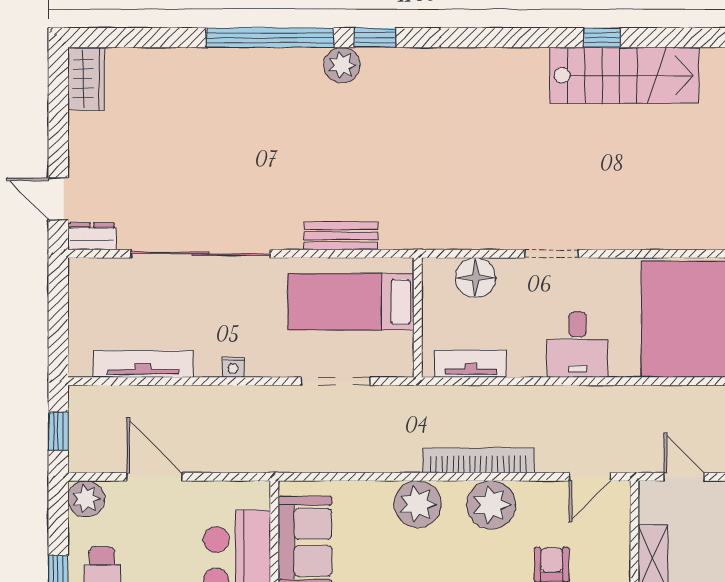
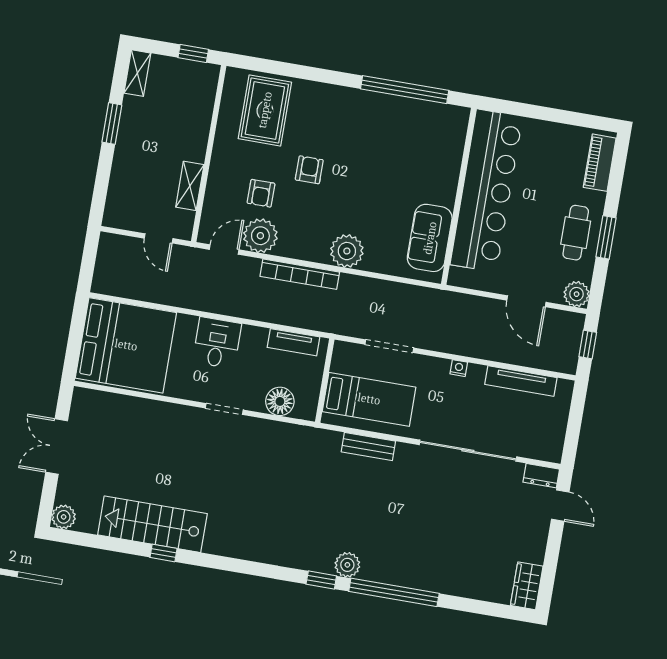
plant: (491, 505) -> (260, 236), moved

